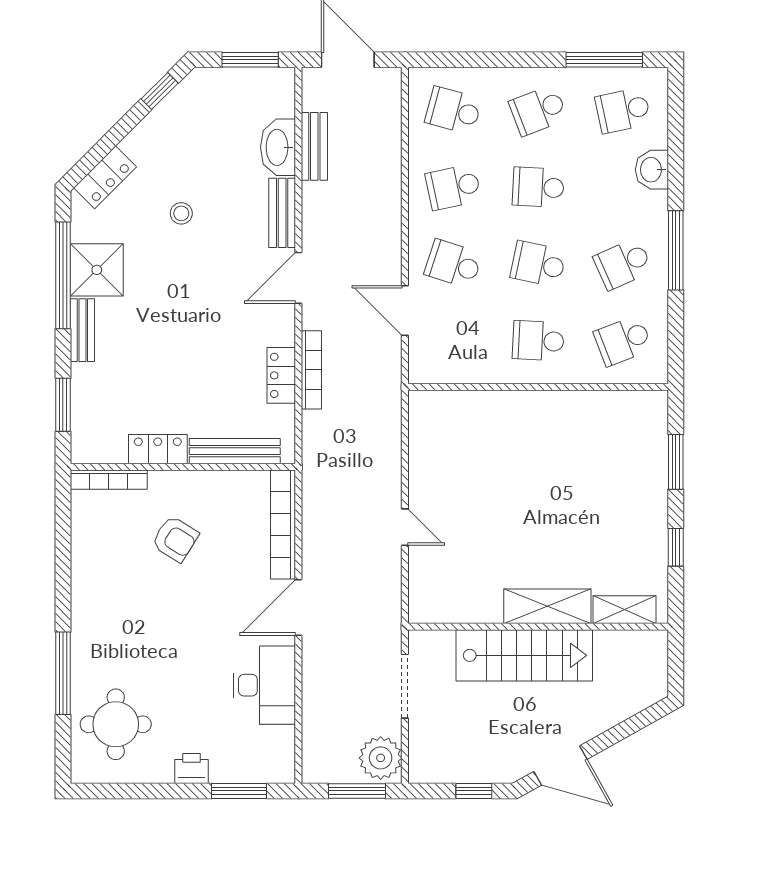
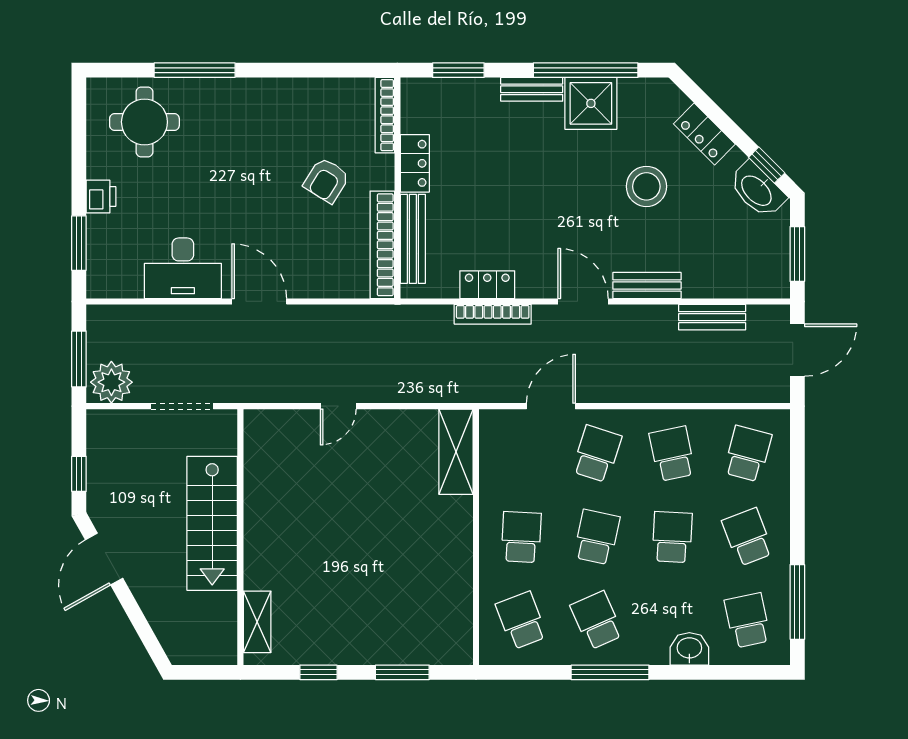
washbasin: (278, 147) -> (757, 190), moved, turned -135
locker: (105, 177) -> (704, 134), moved
stool: (181, 213) -> (646, 186), width x1.89, depth x1.89
bookcase: (283, 524) -> (382, 245), moved, turned -90
shelving: (547, 606) -> (456, 452), moved

